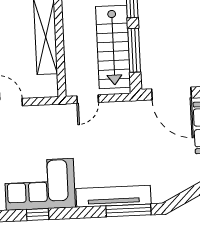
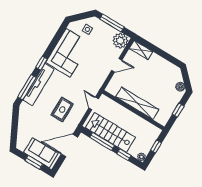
rug: (127, 138) -> (62, 110), added
window: (38, 214) -> (41, 63), moved

